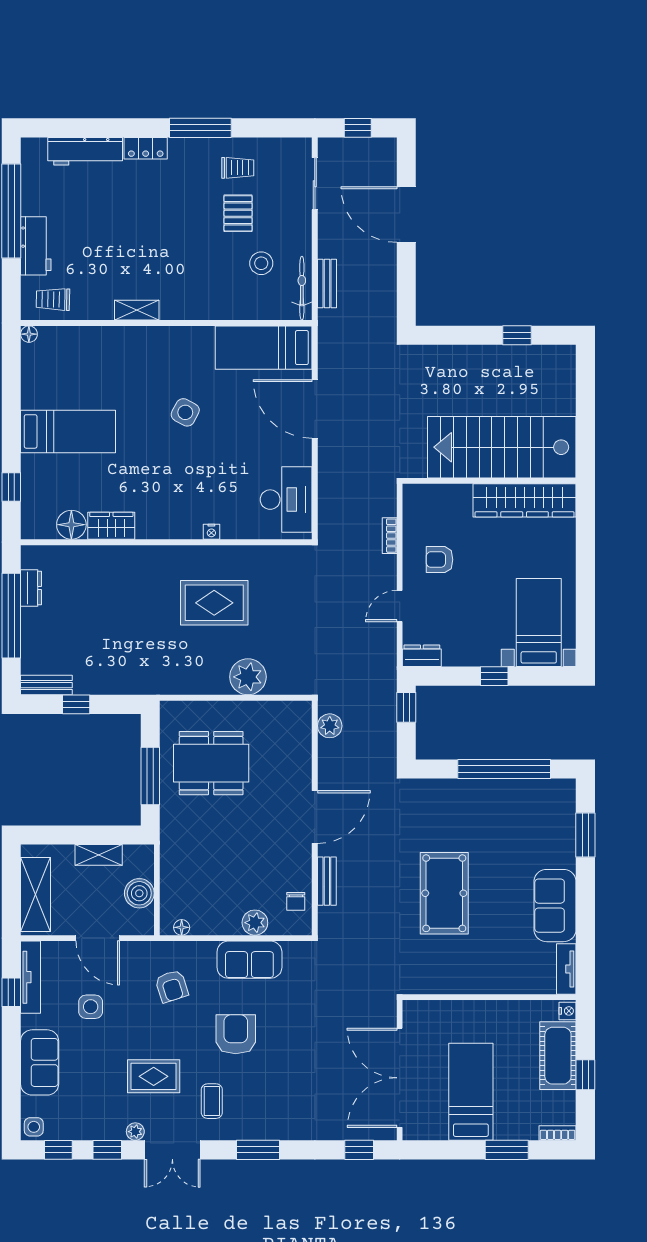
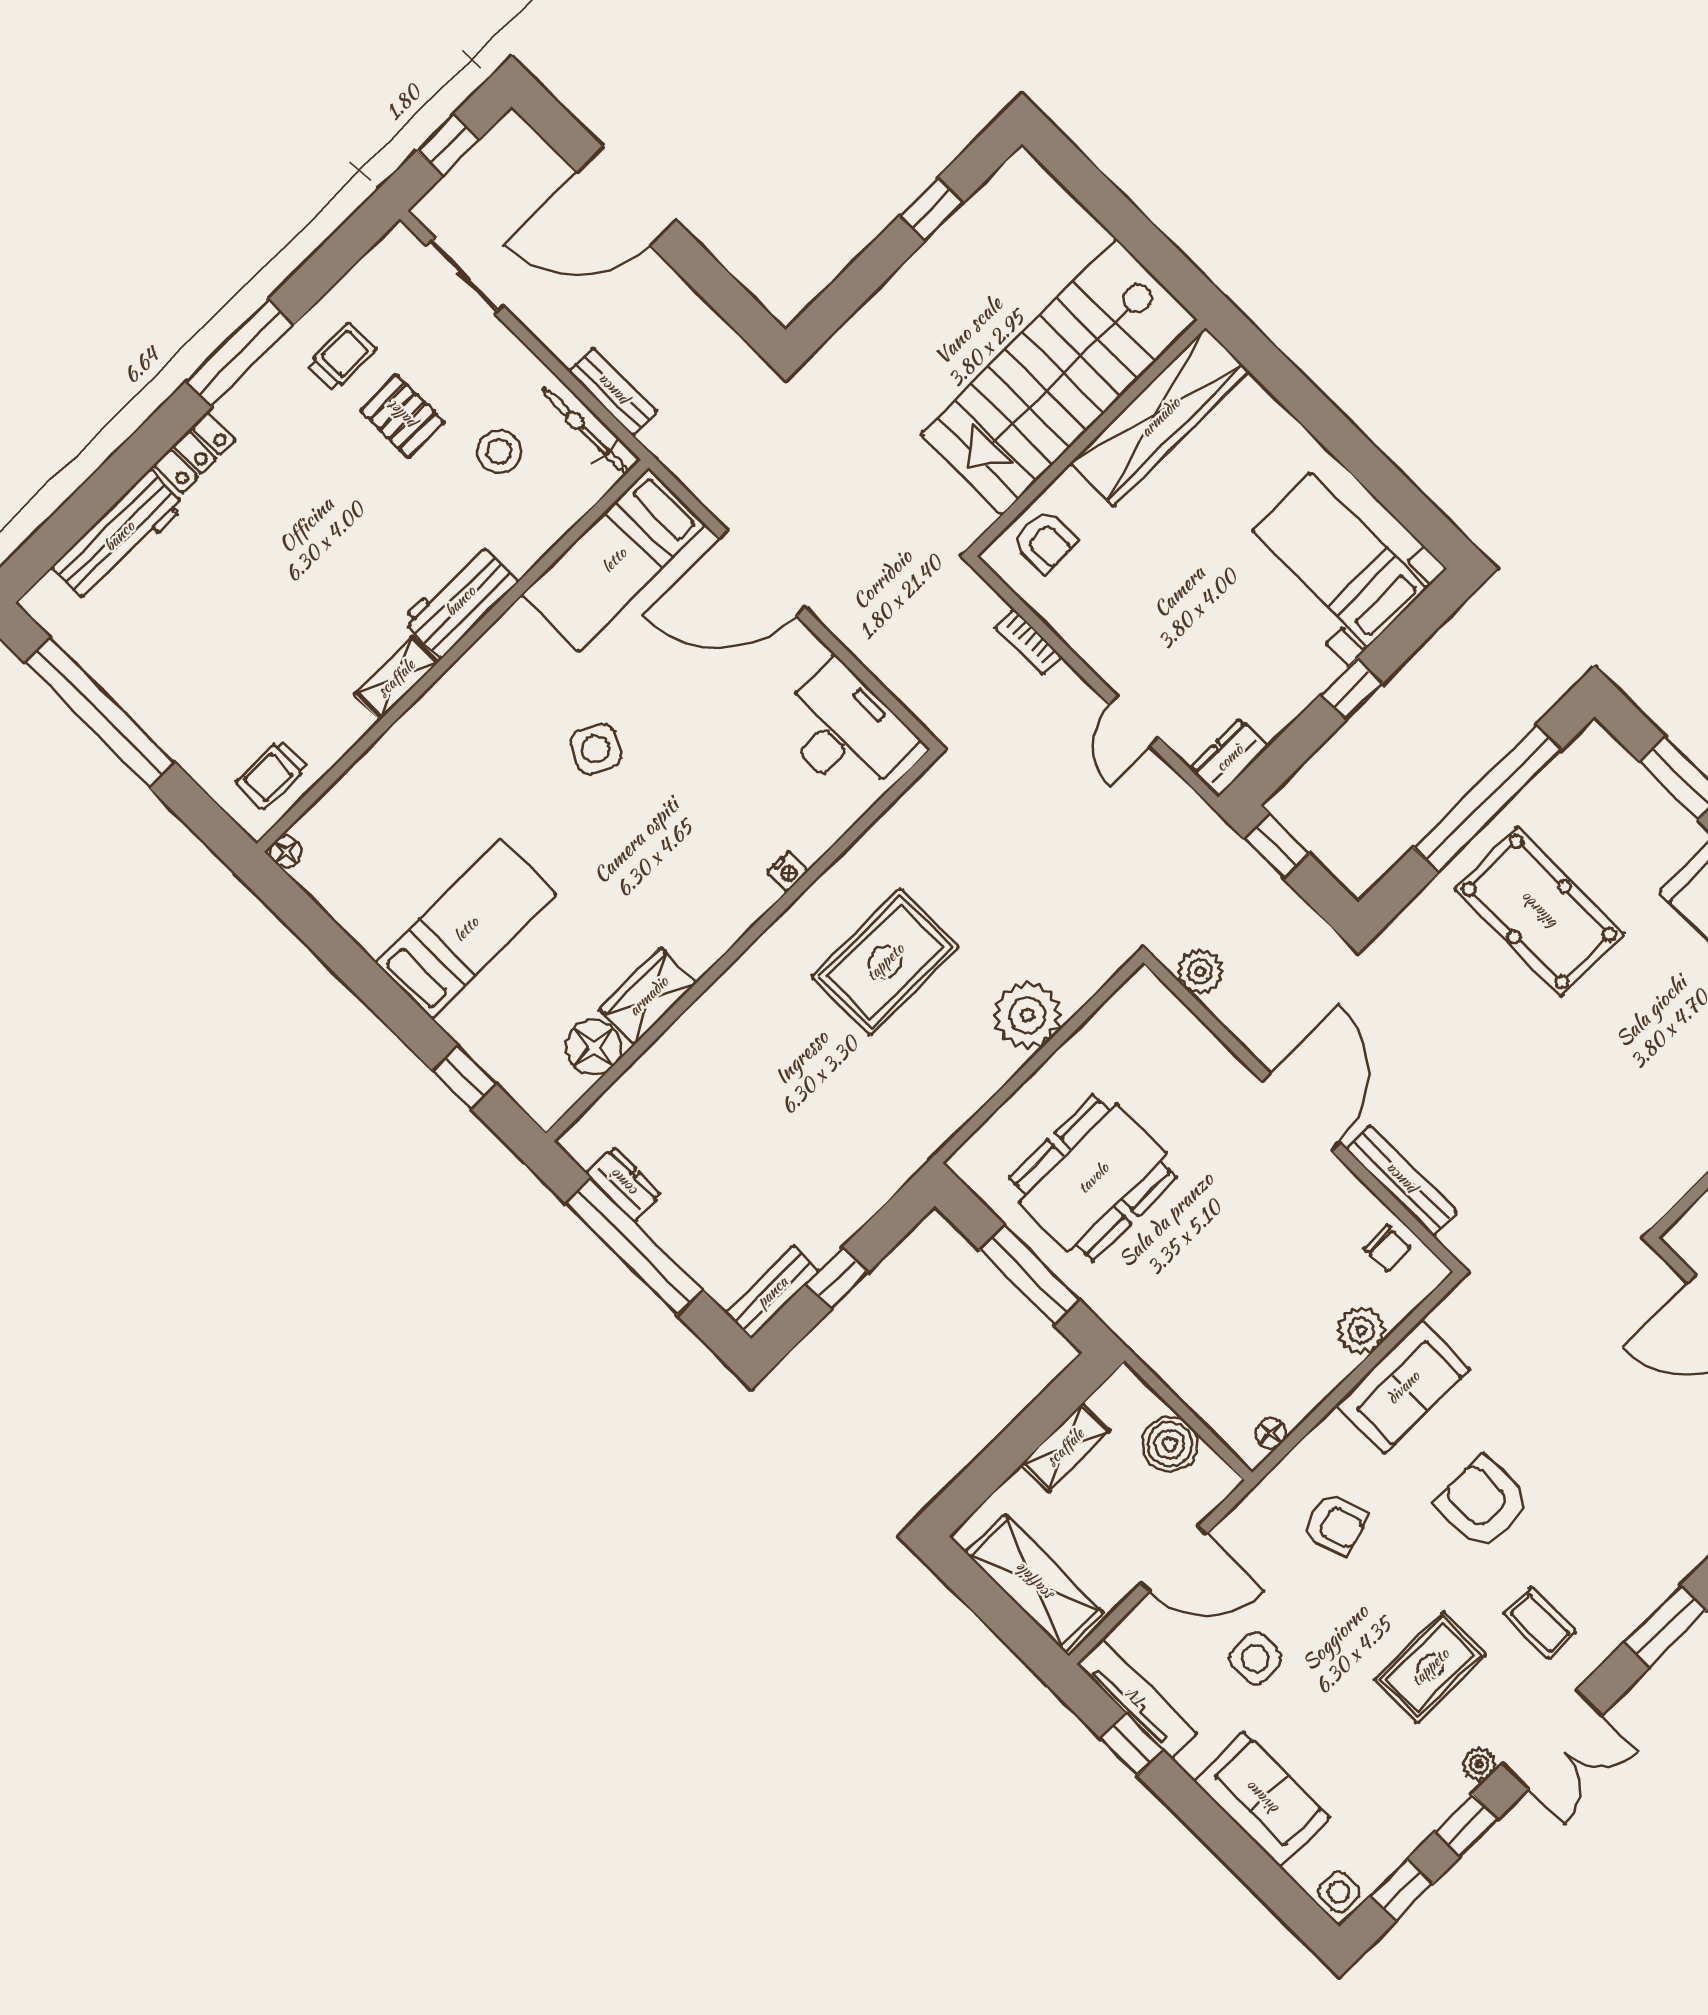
workbench: (36, 246) -> (460, 601), moved, turned -90
armchair: (440, 560) -> (1045, 541), moved, turned -90
bench: (327, 881) -> (1401, 1181), width x1.36
pool table: (444, 893) -> (1539, 912), moved

